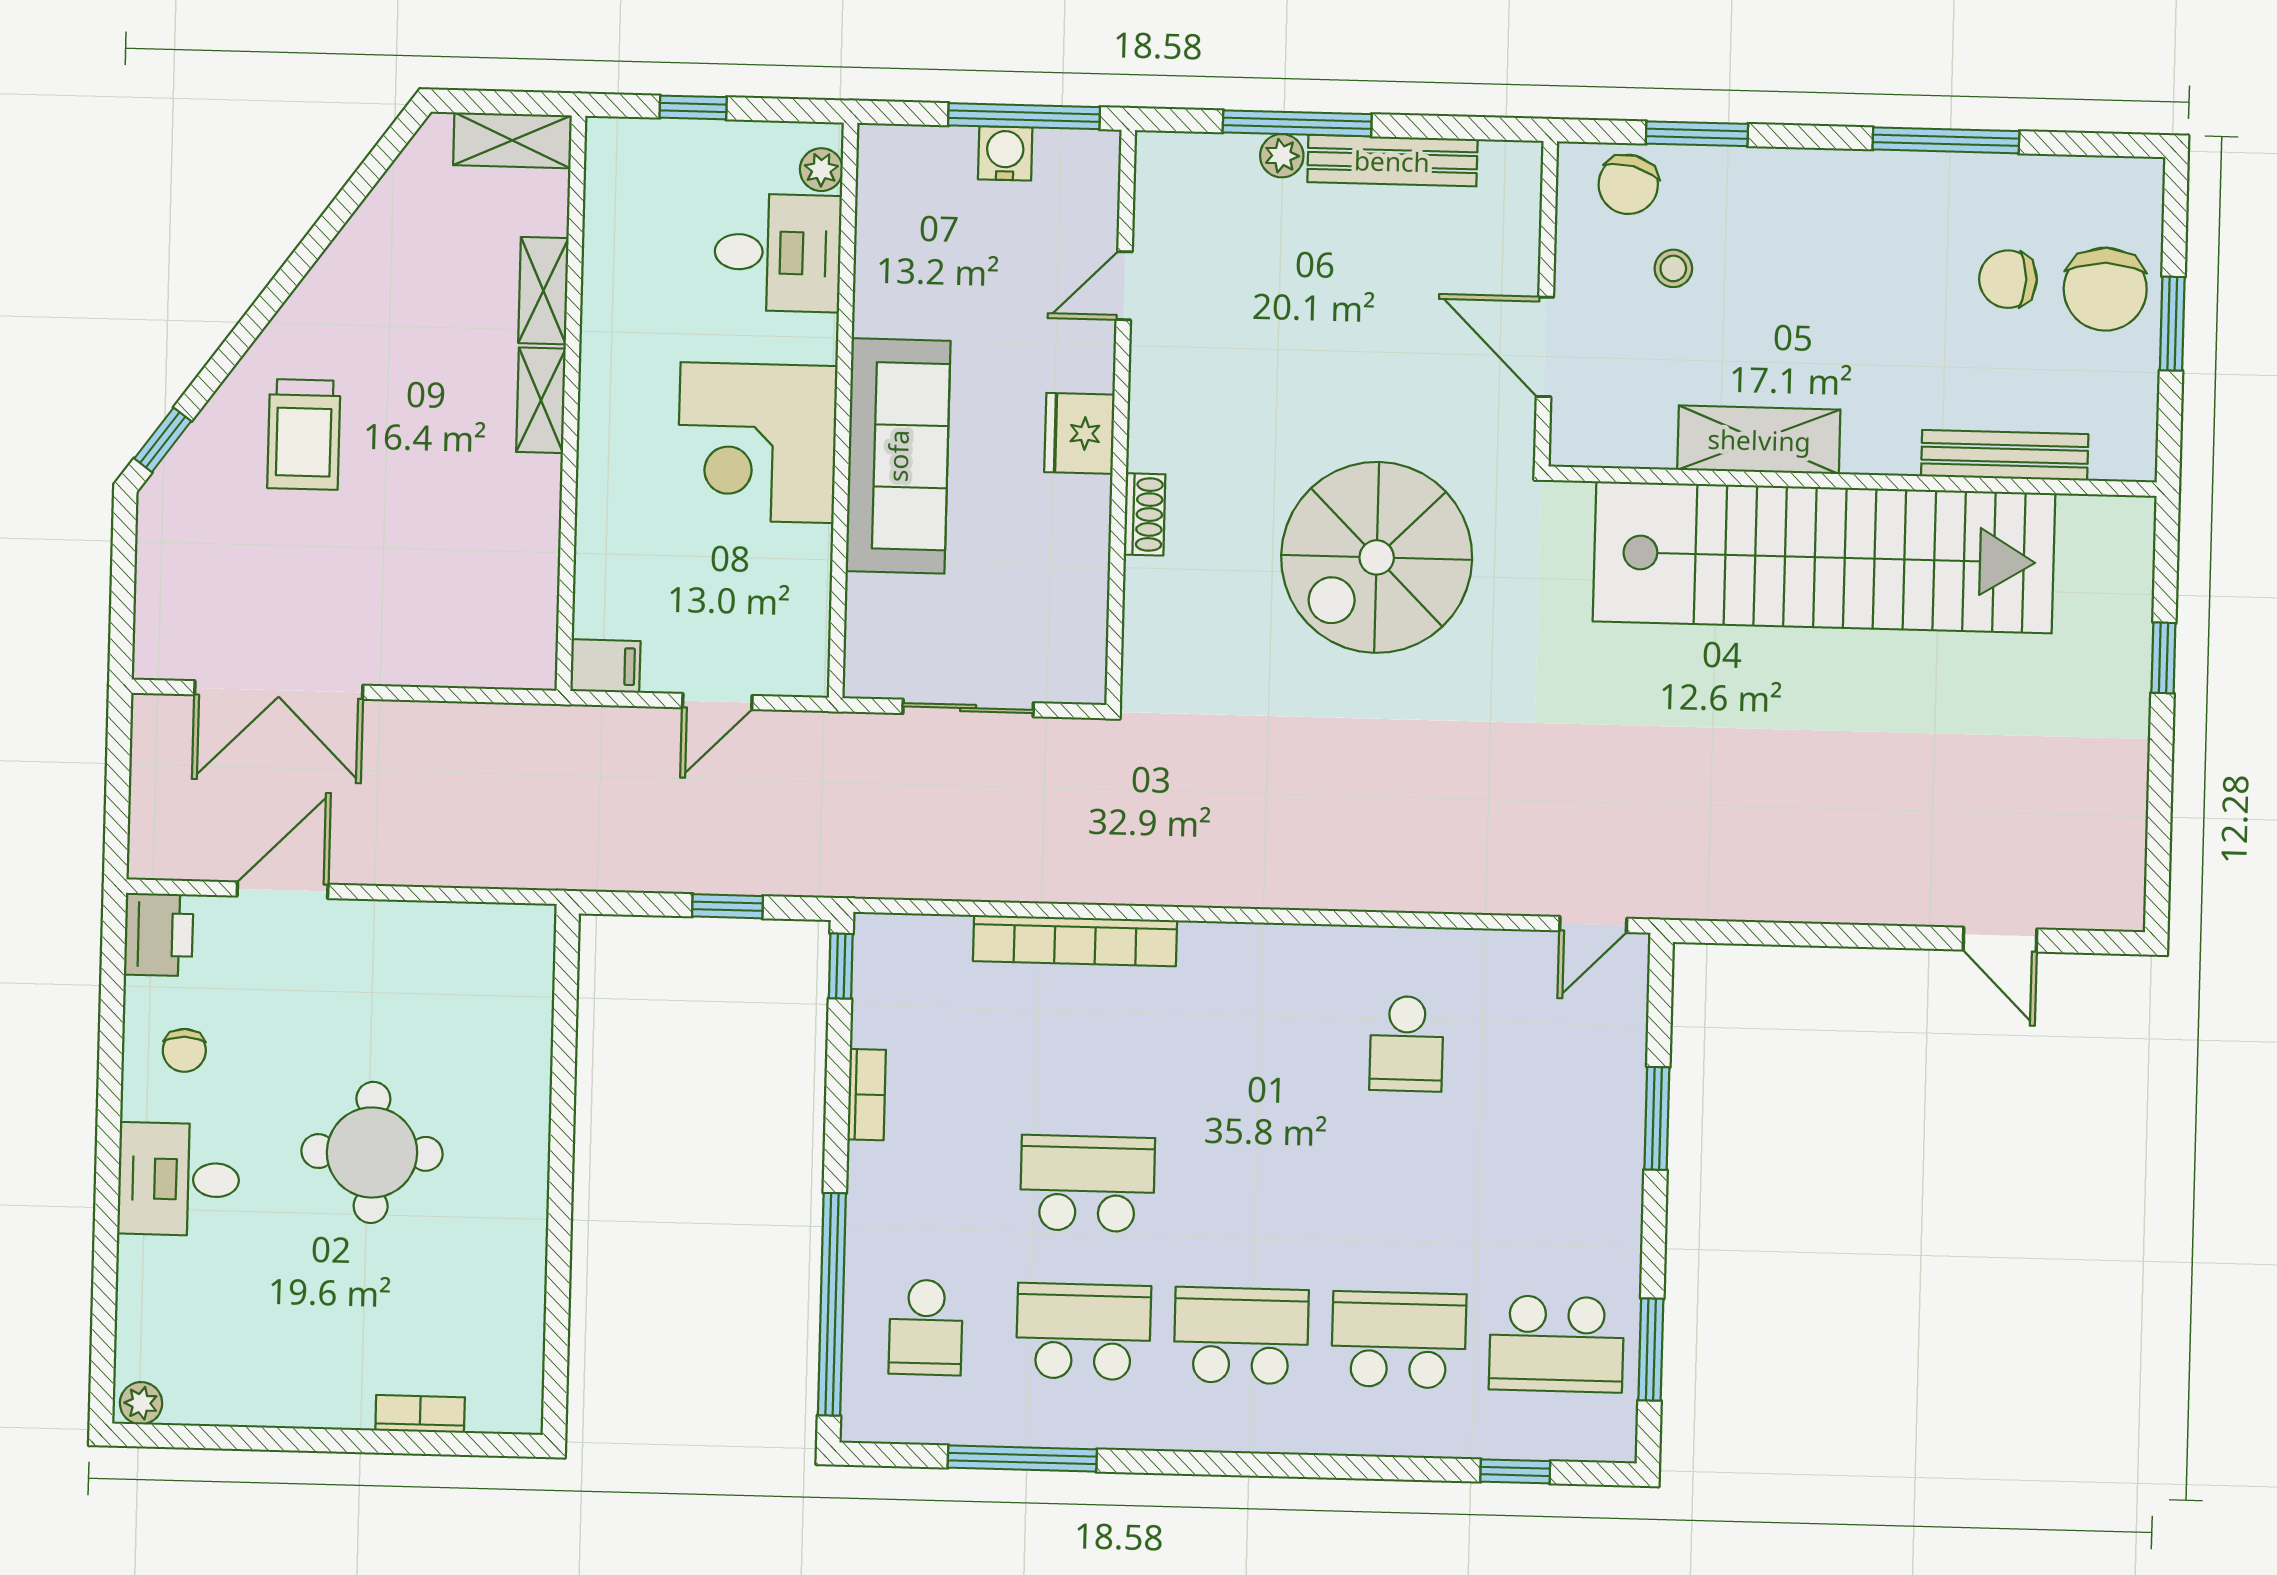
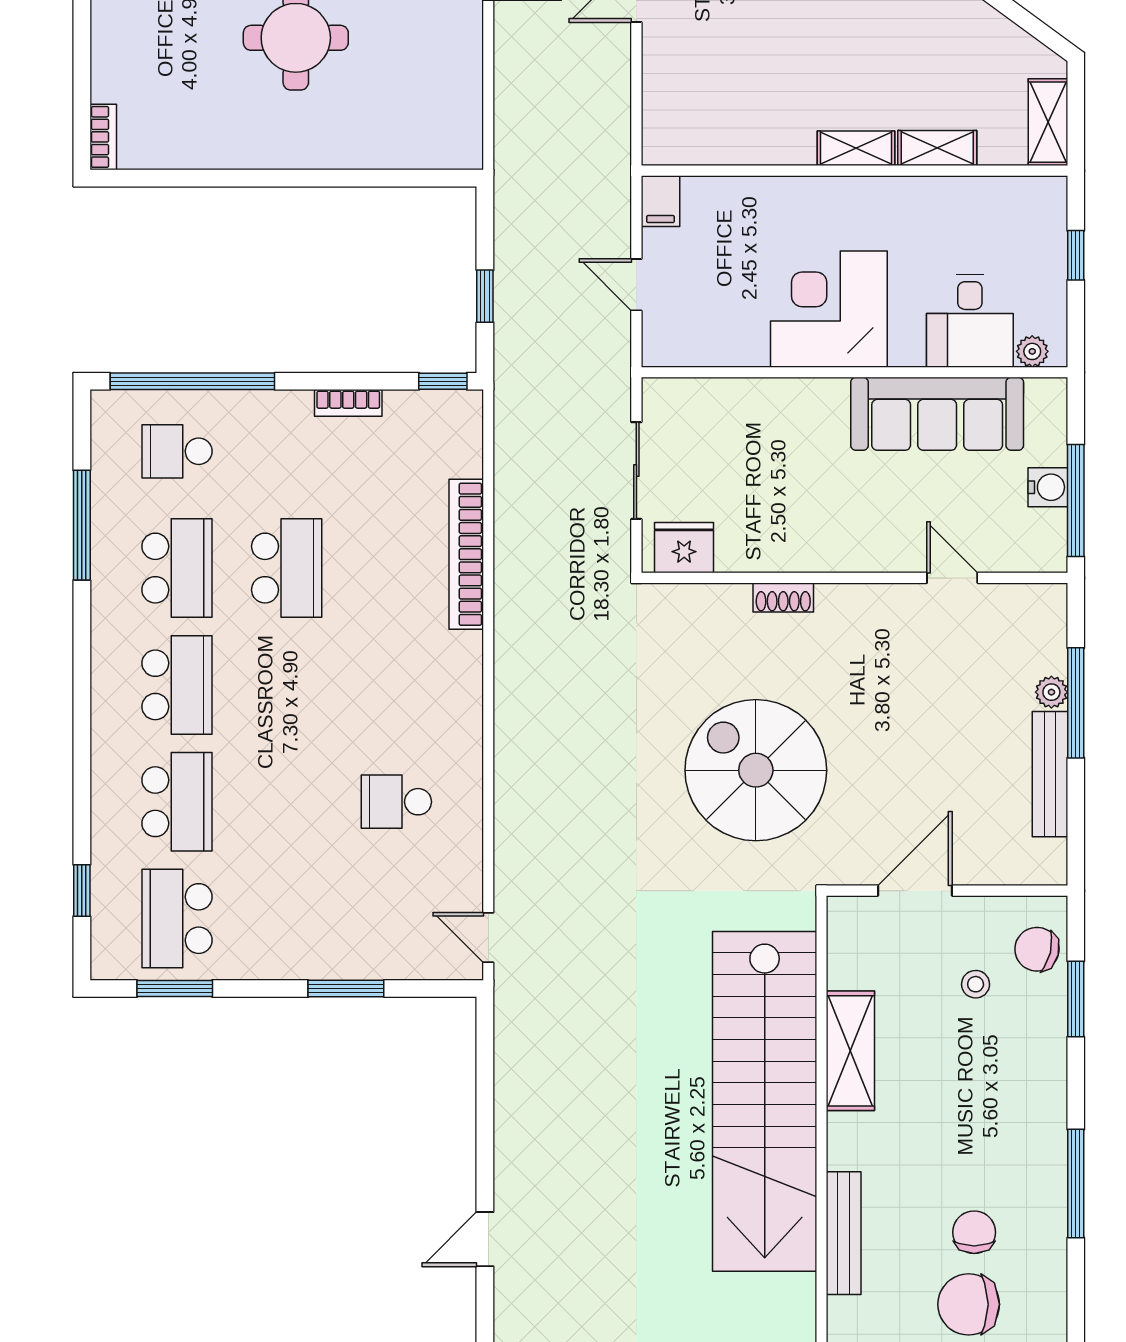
fridge: (1079, 433) -> (684, 548), moved
sofa: (898, 456) -> (937, 414), moved
bookcase: (420, 1414) -> (103, 137), moved

